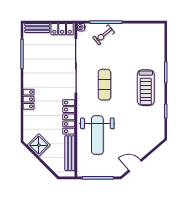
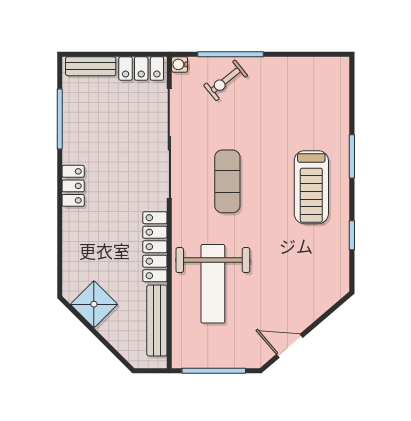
locker: (29, 99) -> (73, 186), moved

